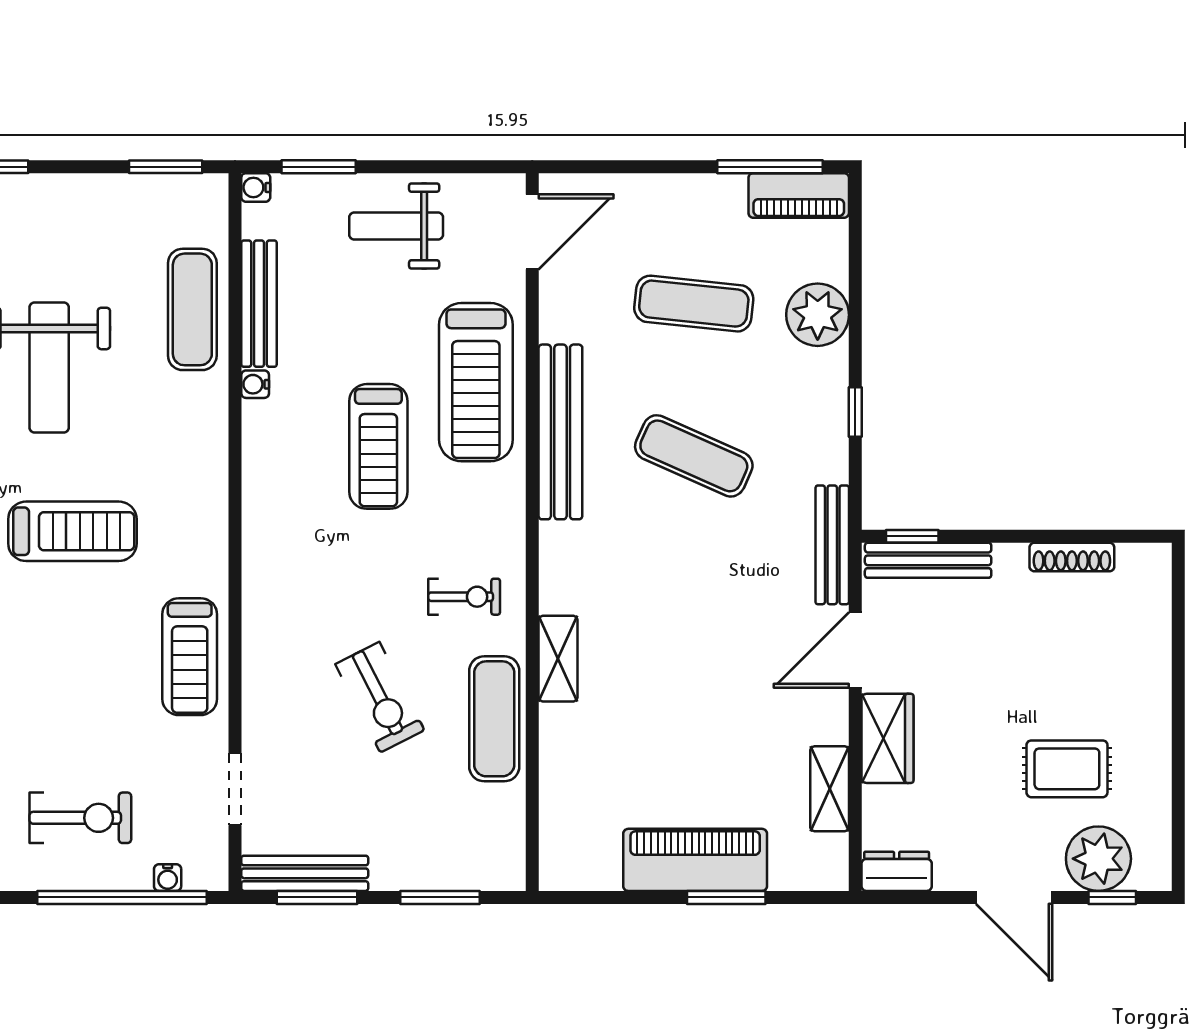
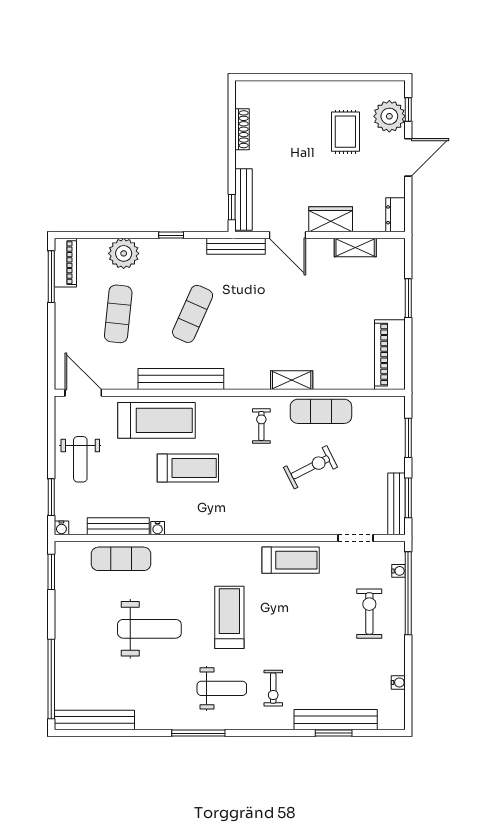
piano: (695, 860) -> (390, 355), moved

